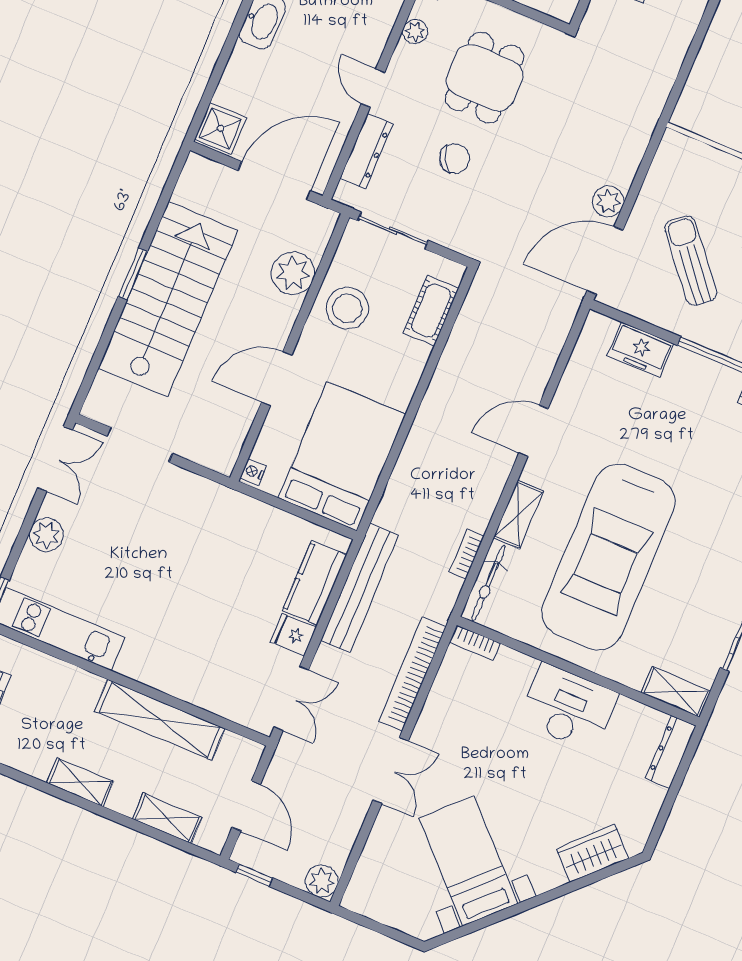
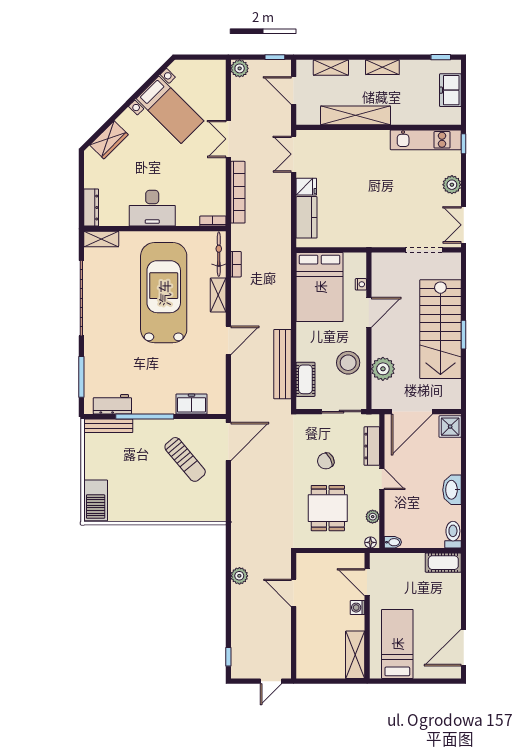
plant: (608, 201) -> (239, 576), moved
nightstand: (253, 472) -> (361, 284), moved
bench: (360, 588) -> (283, 364), moved

